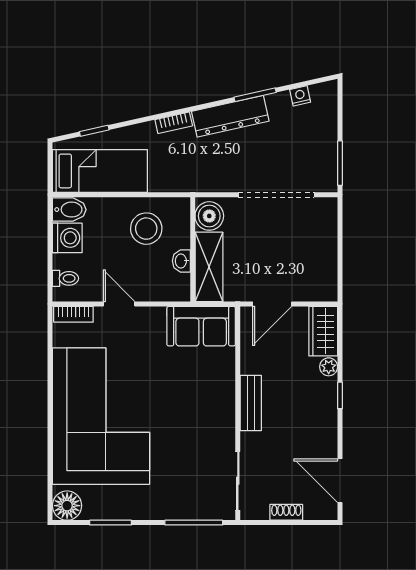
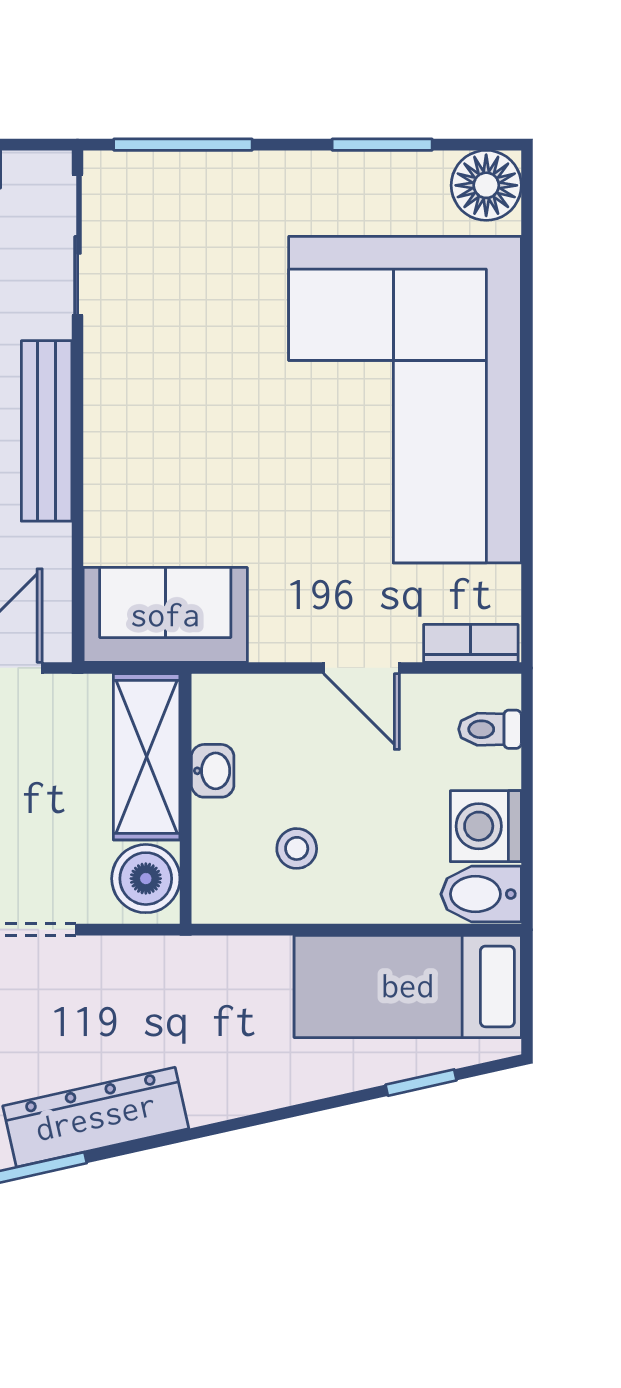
bookcase: (174, 123) -> (231, 1102), removed
stool: (146, 229) -> (297, 848), width x0.53, depth x0.53
bench: (251, 403) -> (47, 431), width x1.36

